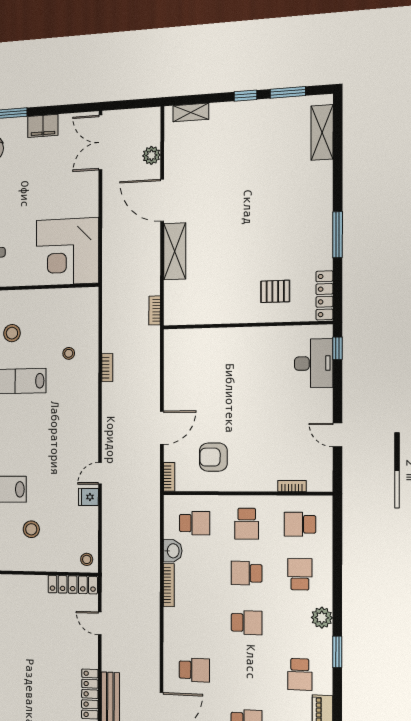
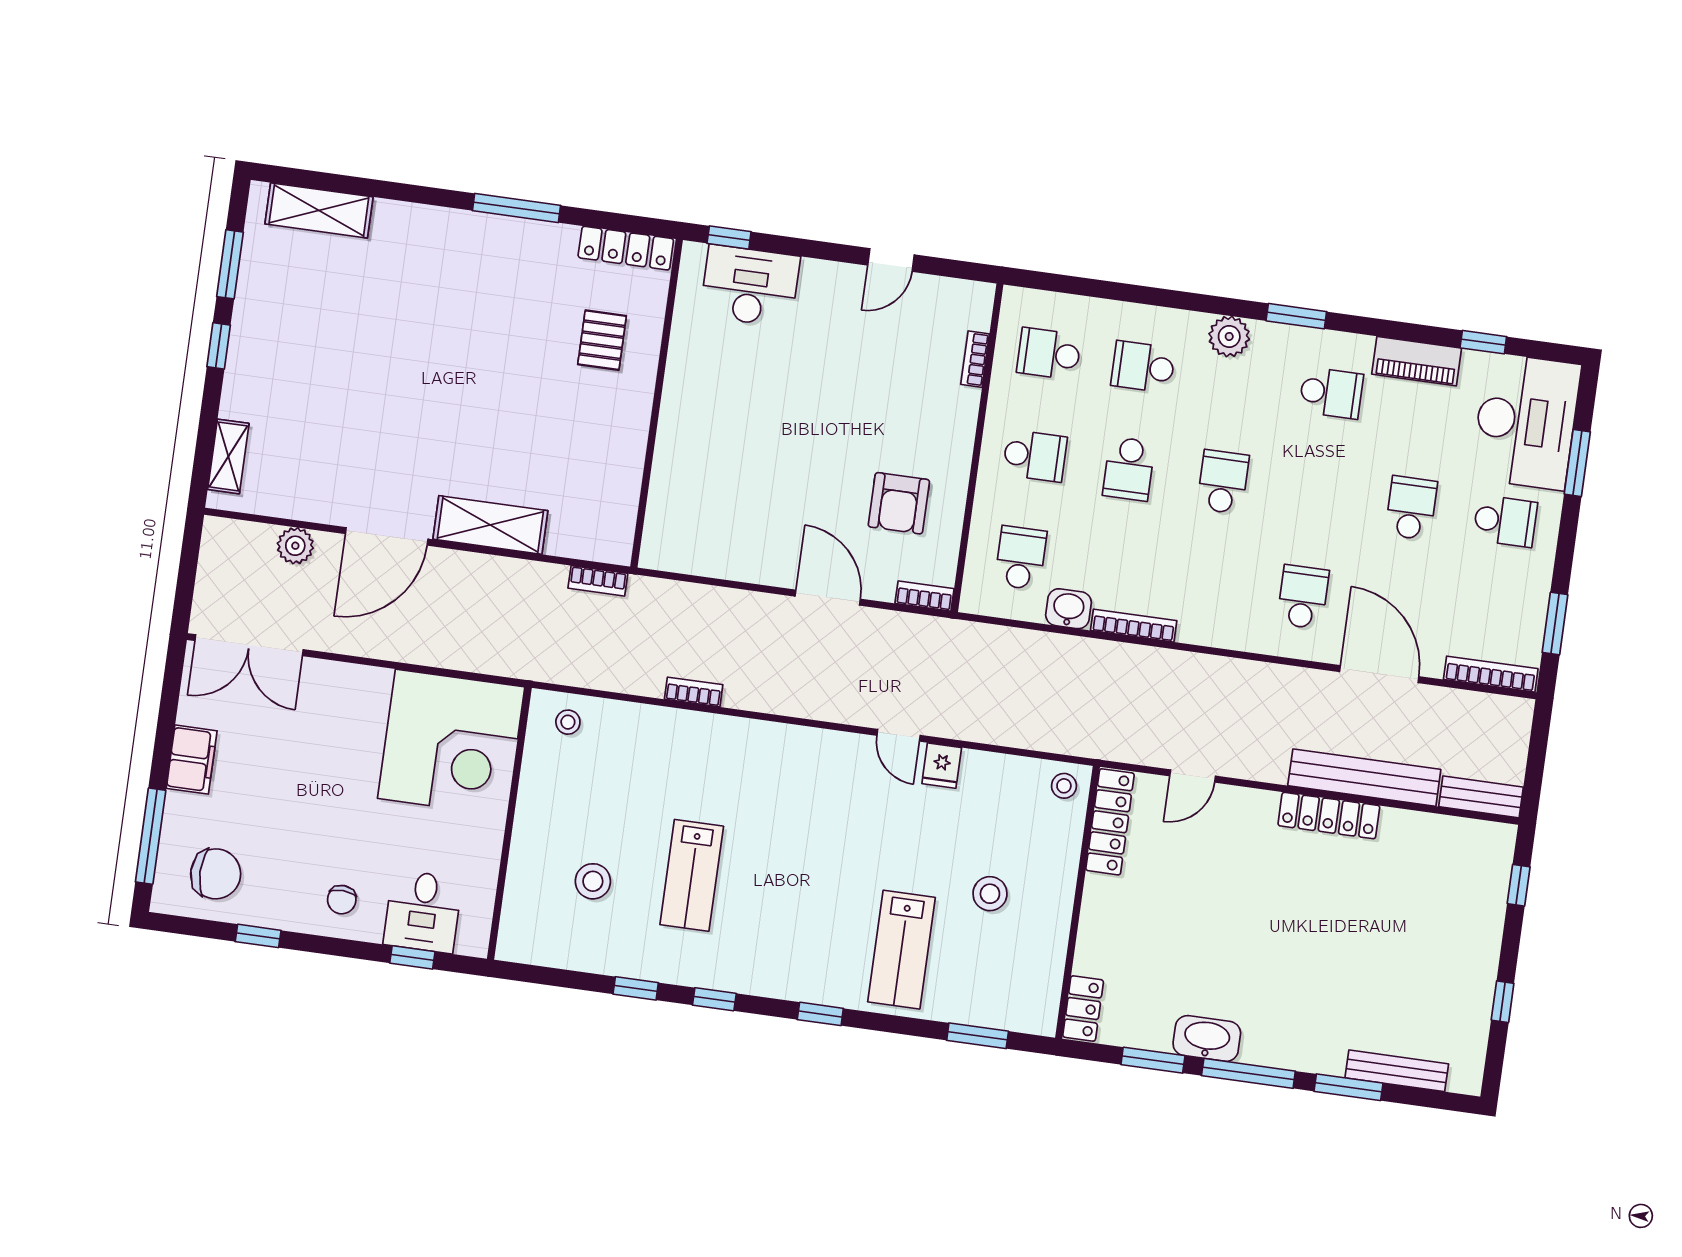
stool: (69, 353) -> (568, 722), moved
school desk: (300, 524) -> (1049, 354), turned 90

